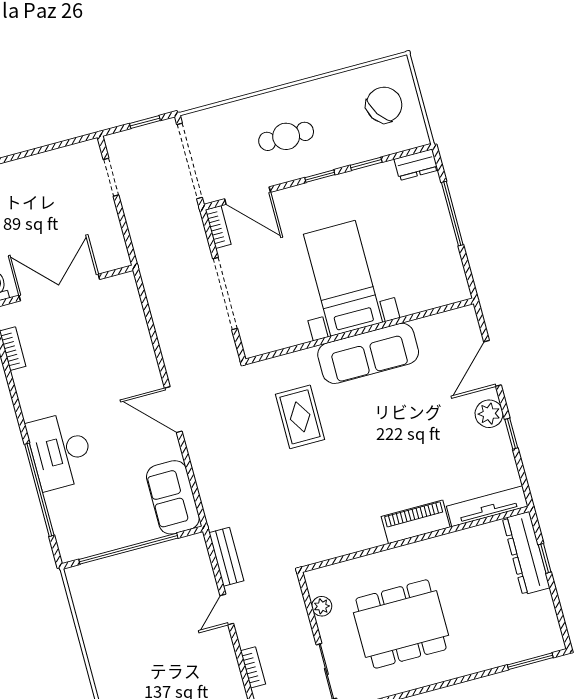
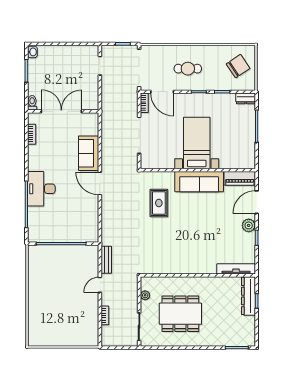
sofa: (173, 497) -> (89, 153), moved
piano: (416, 522) -> (240, 178), moved, turned 180

